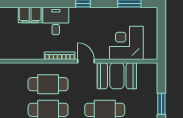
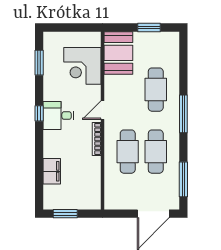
desk: (56, 21) -> (58, 116), moved
booth: (117, 76) -> (118, 53), moved

